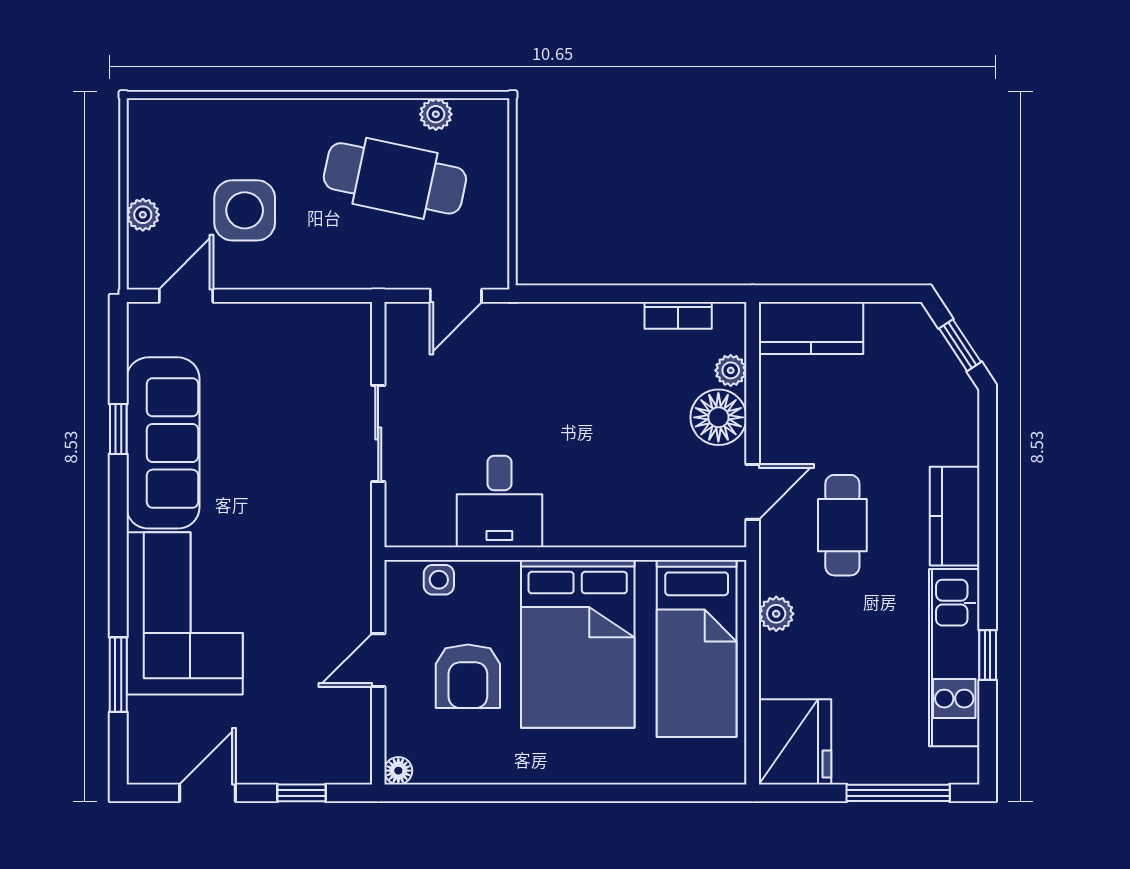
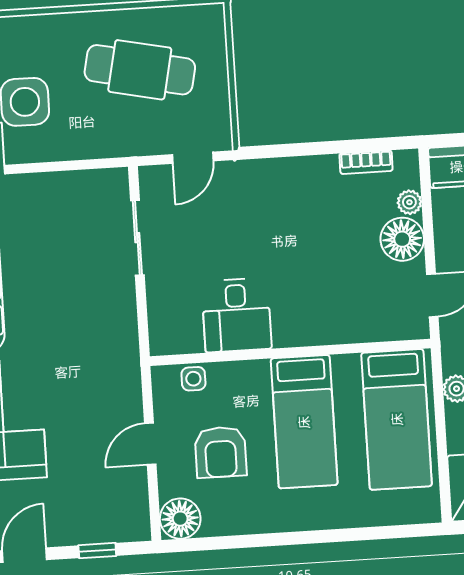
plant: (436, 114) -> (168, 18), removed
sliding door: (378, 434) -> (137, 238), moved
bed: (578, 644) -> (304, 422), width x0.67
floor lamp: (398, 771) -> (180, 519), width x1.89, depth x1.89

